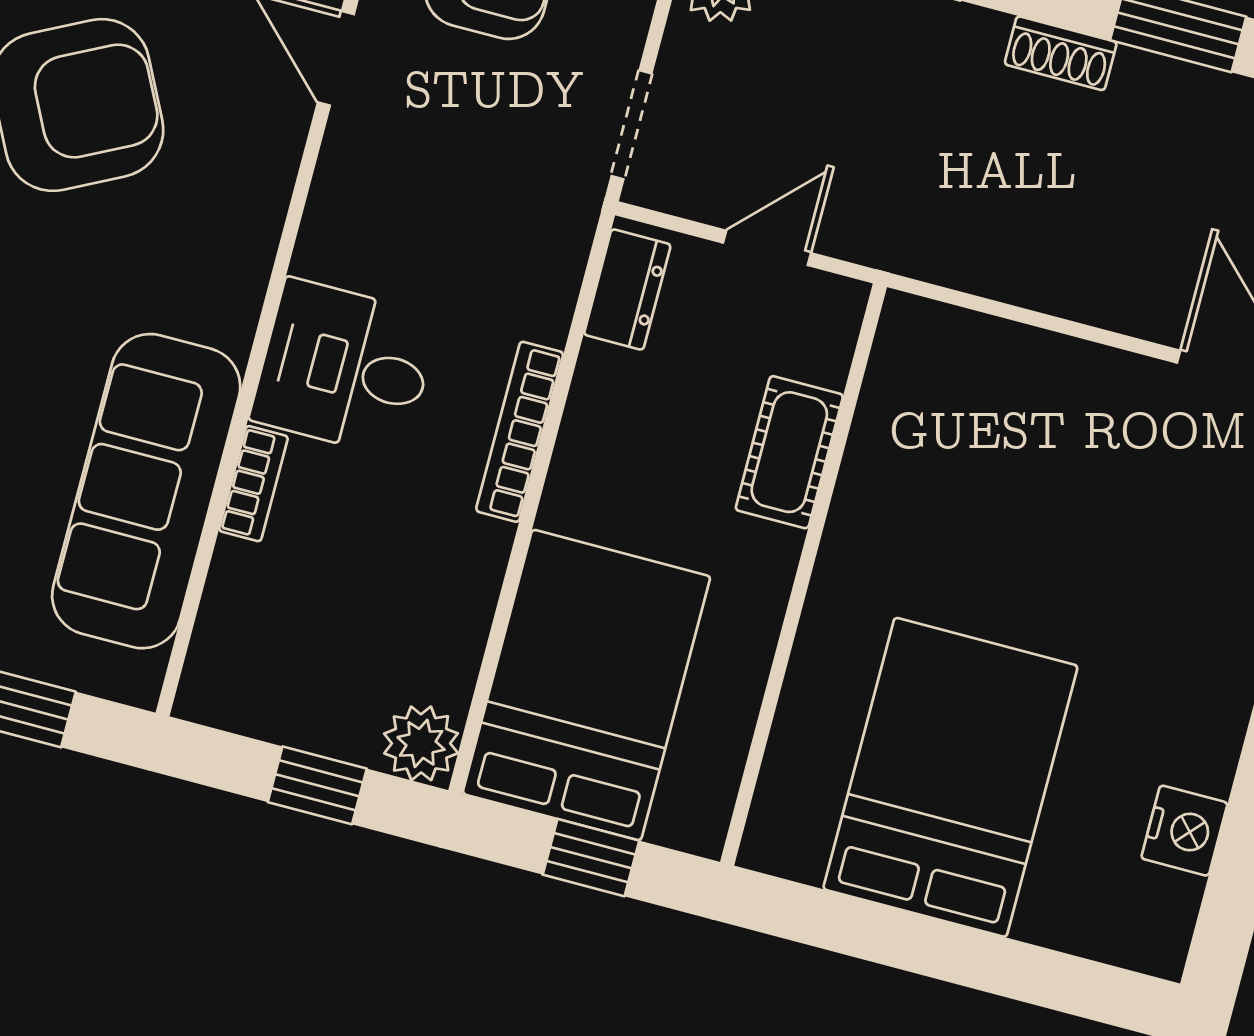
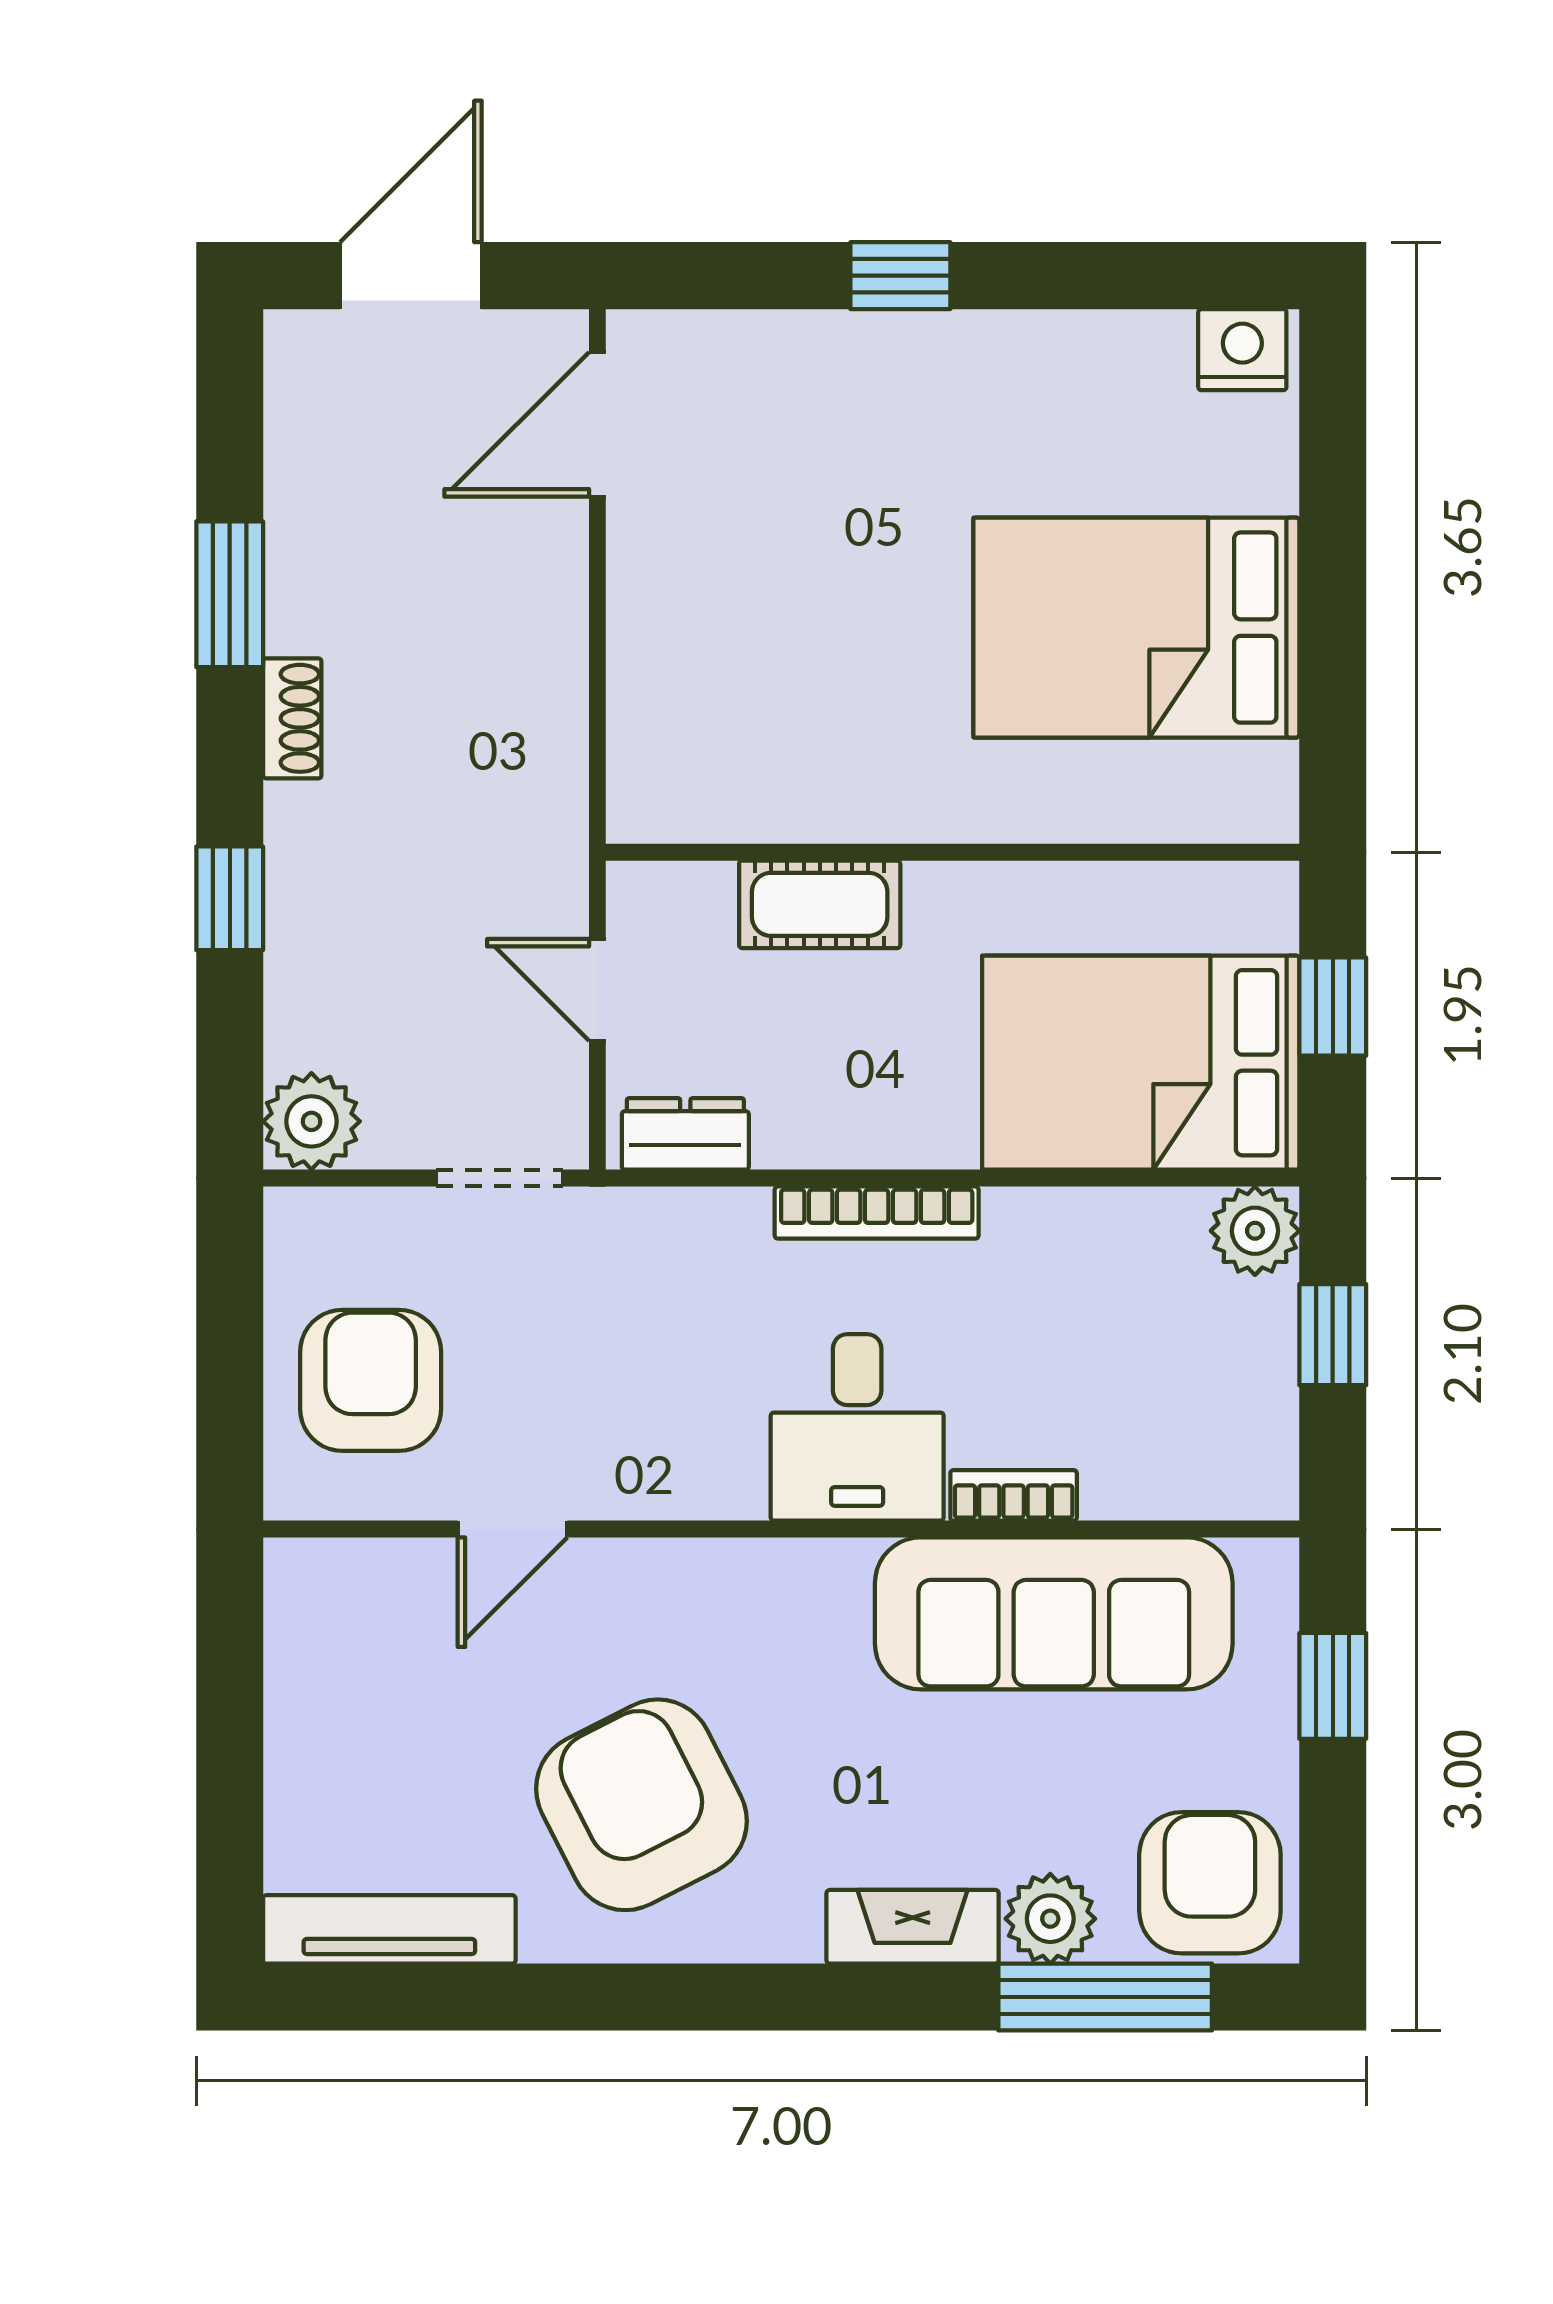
nightstand: (1184, 831) -> (1242, 350), moved

